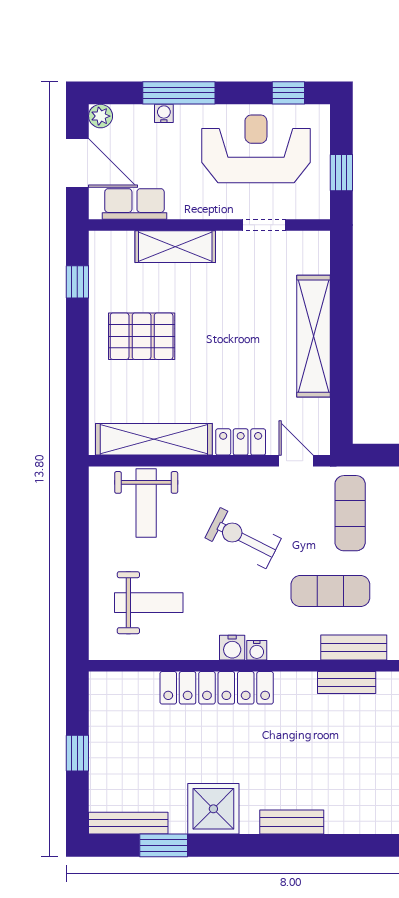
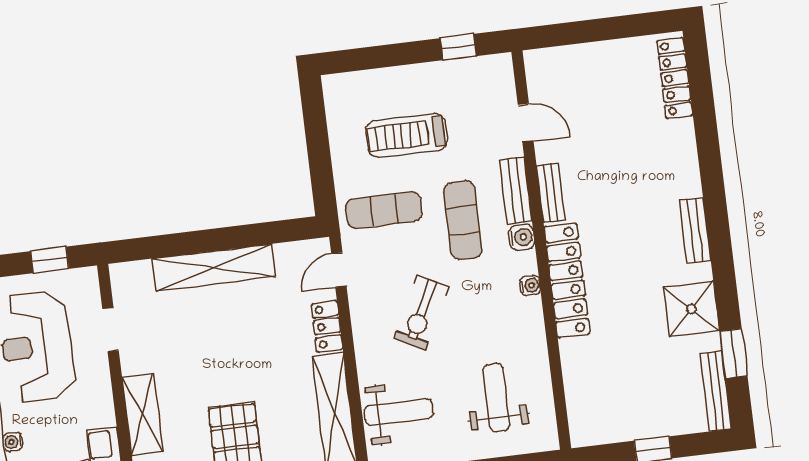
water cooler: (232, 648) -> (522, 237), moved
locker: (217, 688) -> (567, 280), moved

